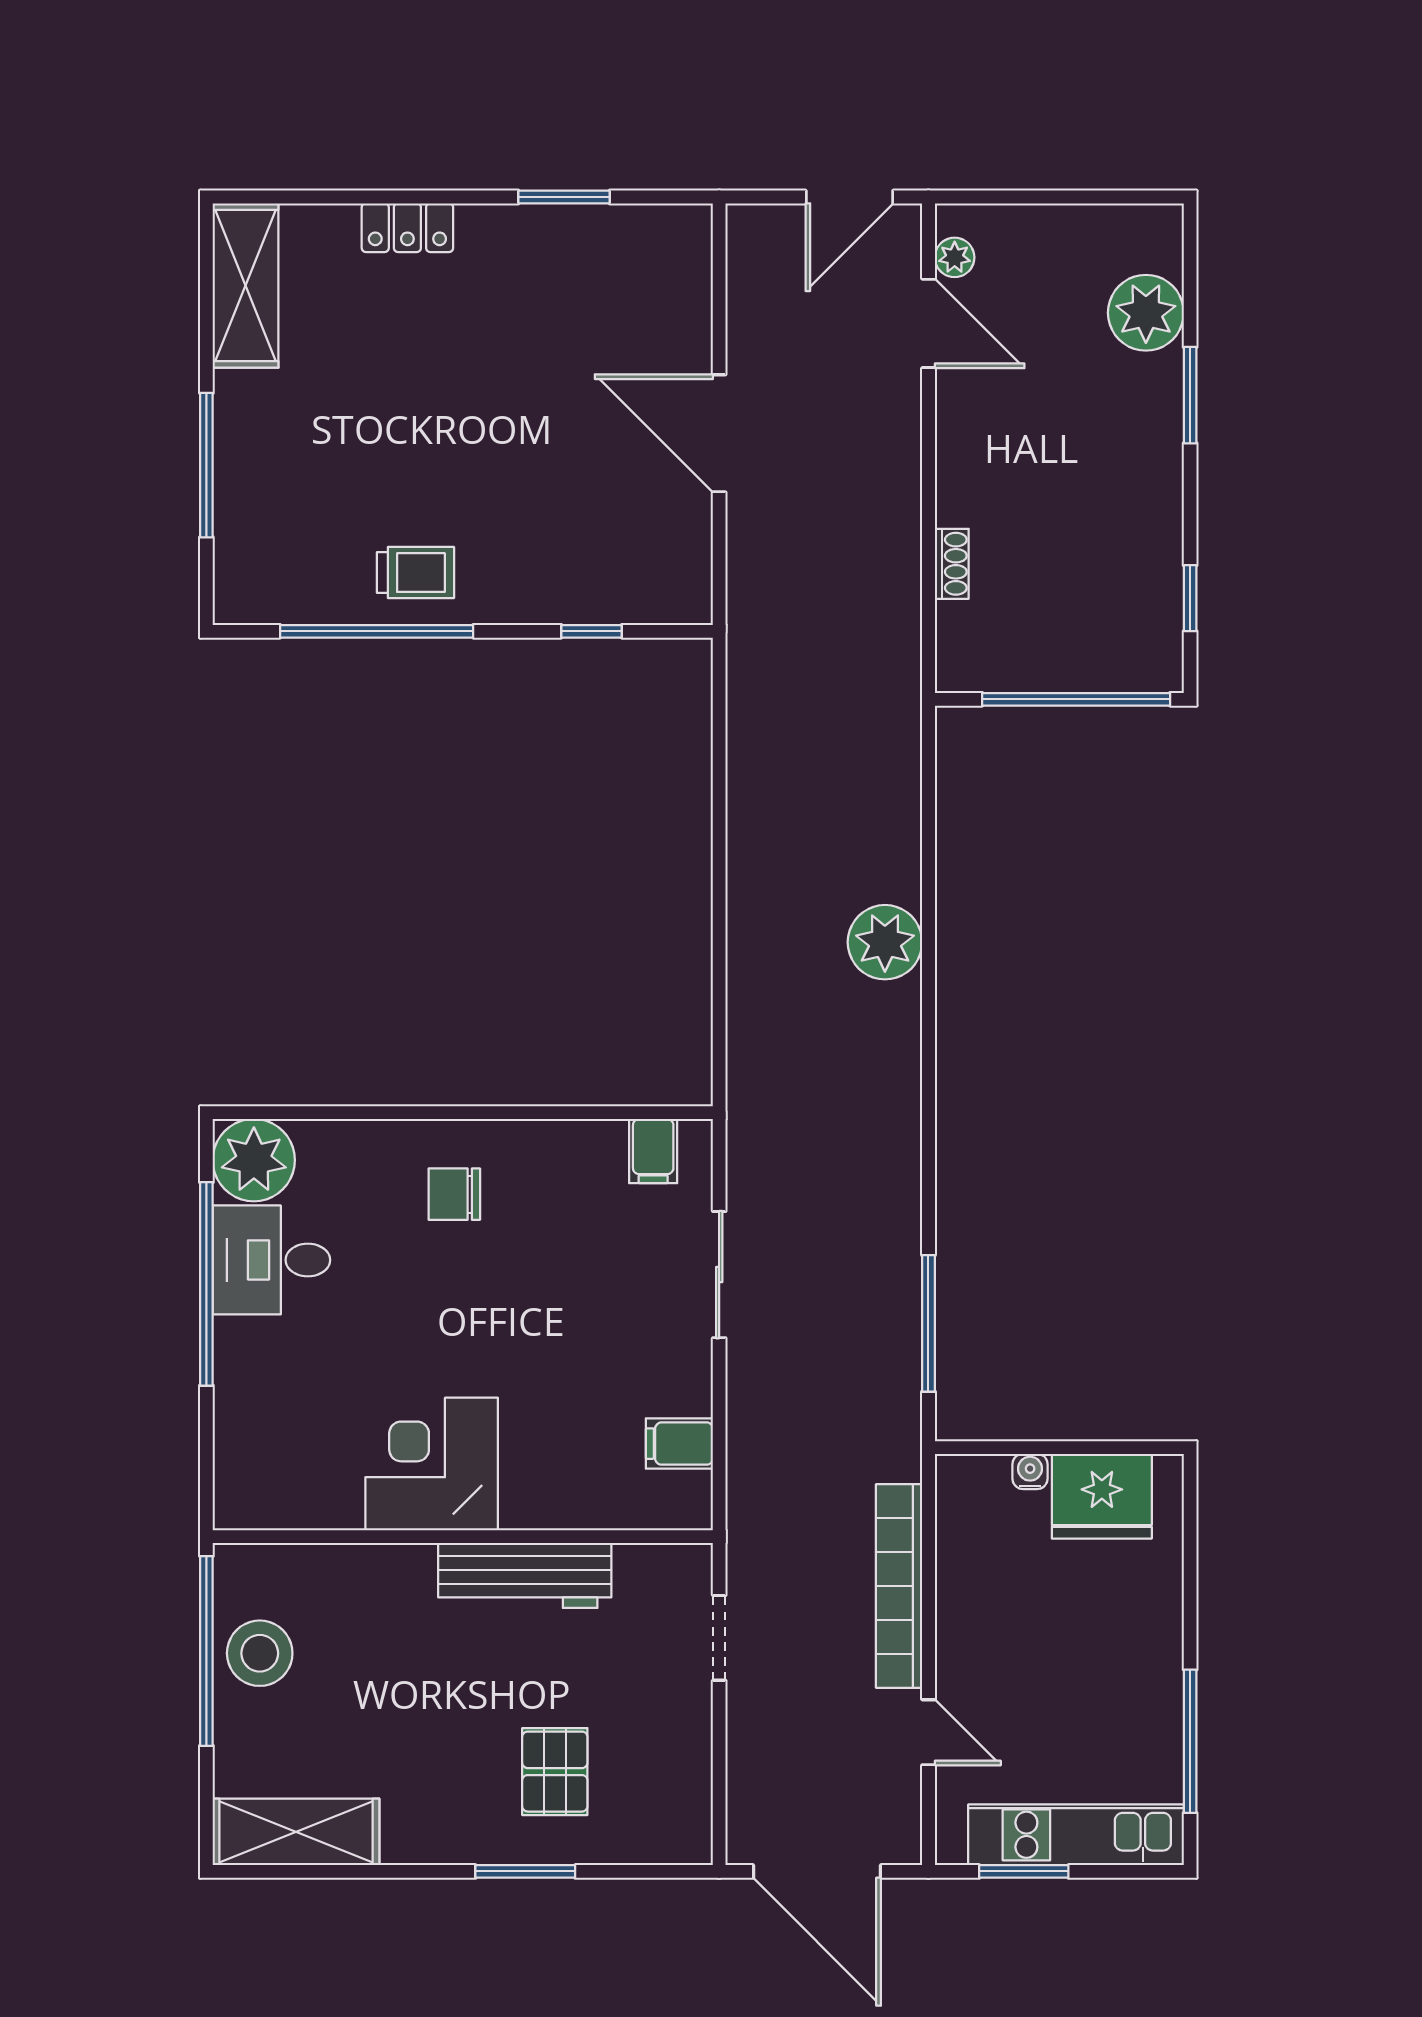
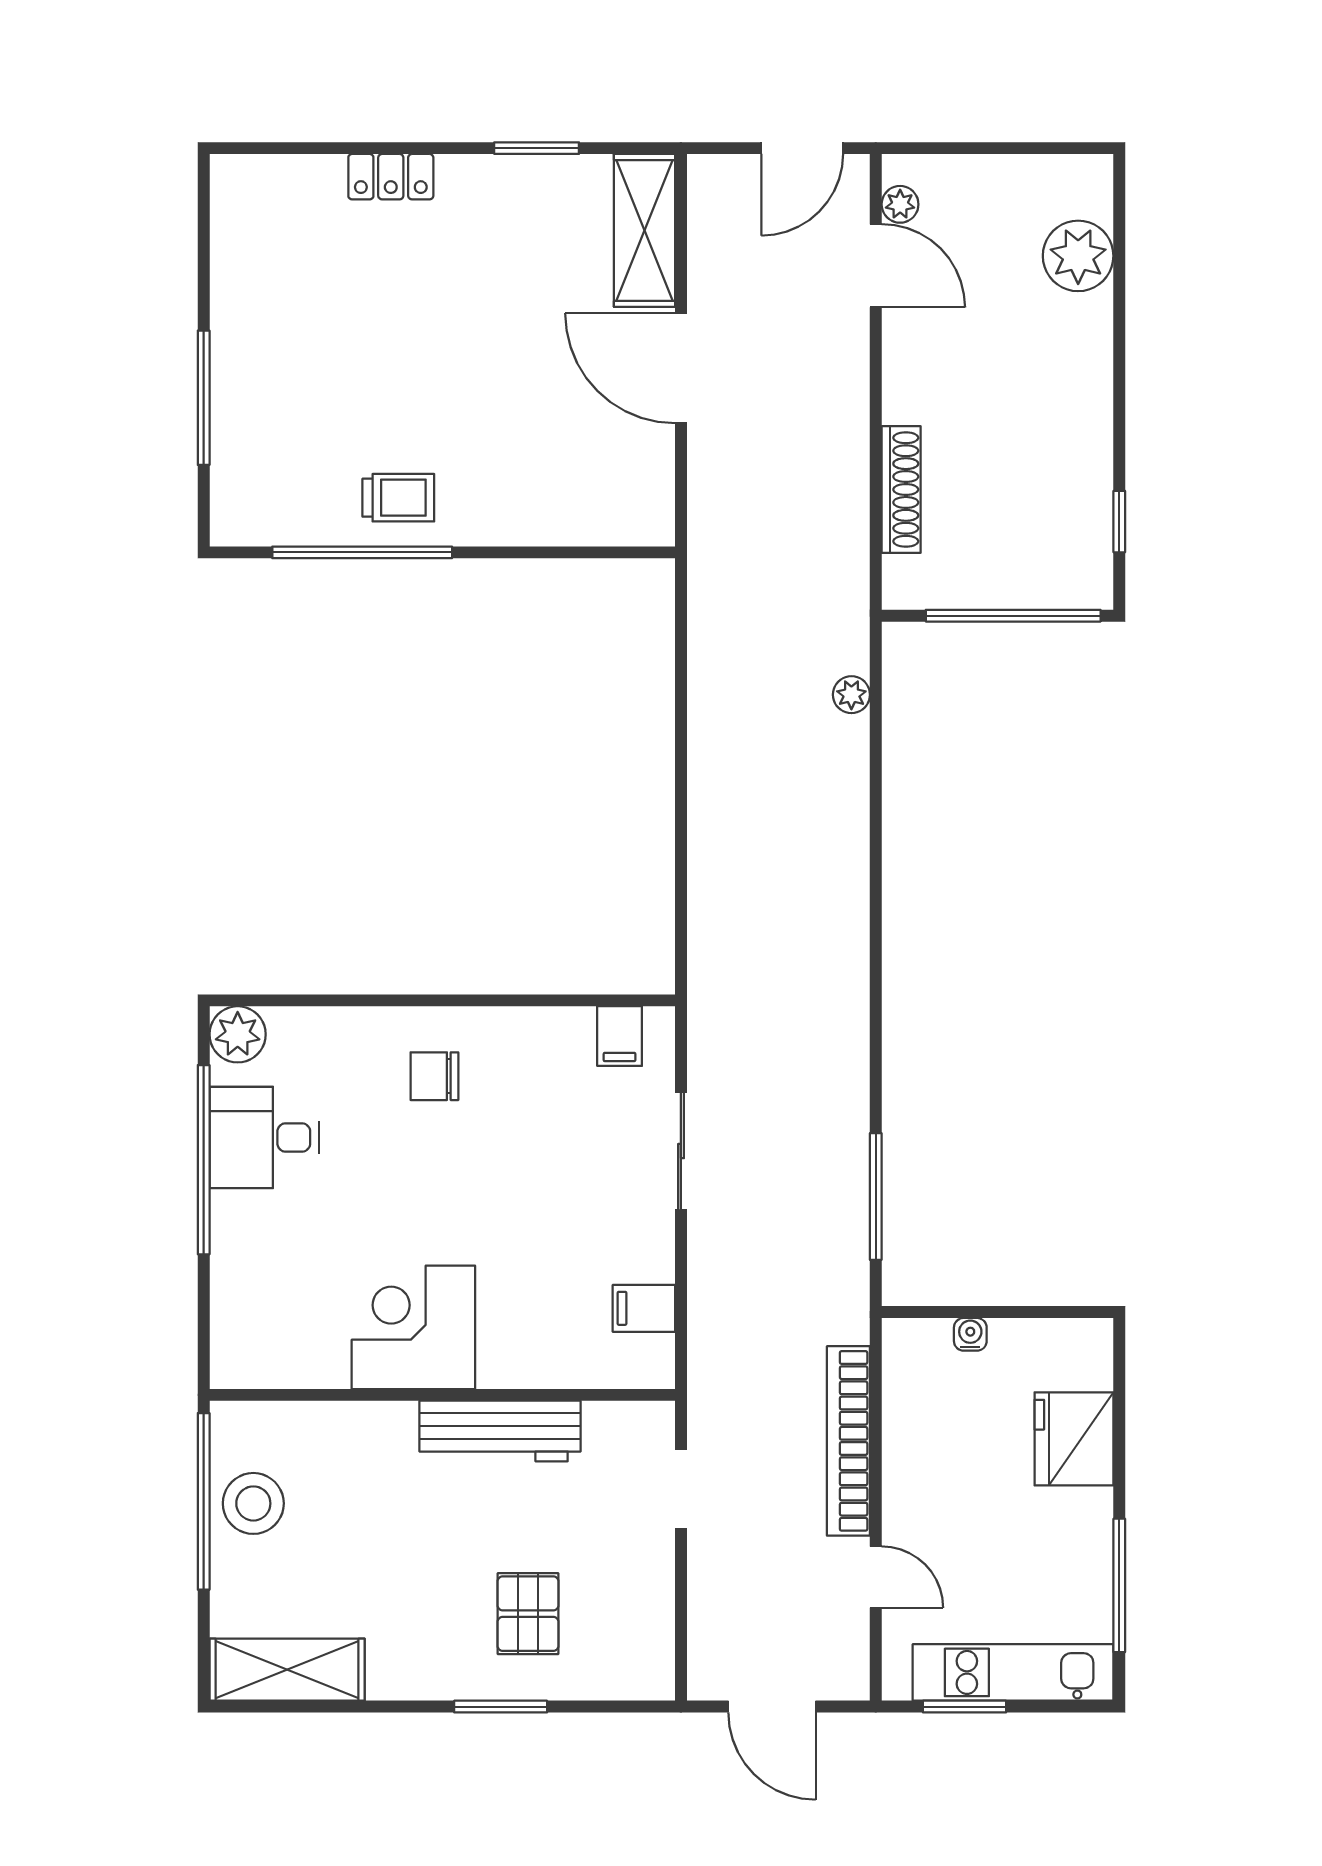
shelving: (246, 285) -> (645, 230), moved
window: (1190, 395) -> (1119, 333), removed
shoe rack: (952, 564) -> (901, 489), width x1.94, depth x1.24
window: (592, 631) -> (562, 552), removed
plant: (885, 942) -> (851, 695), moved, width x0.53, depth x0.53
plant: (254, 1160) -> (238, 1034), width x0.73, depth x0.73
fridge: (1102, 1496) -> (1074, 1439), moved, turned 90
door: (817, 1871) -> (772, 1707), width x0.73

